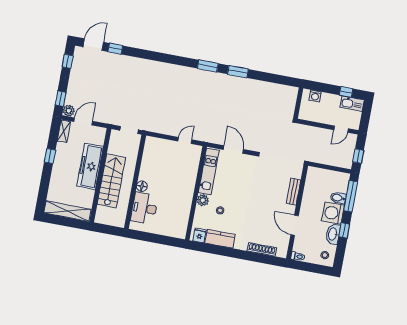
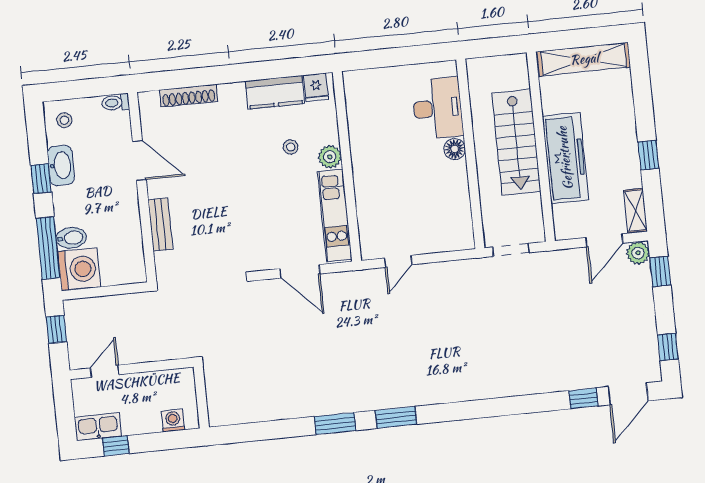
washing machine: (333, 213) -> (79, 269), moved

